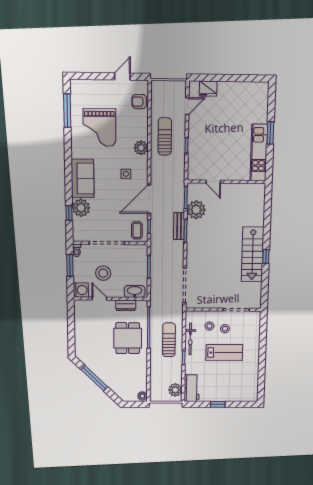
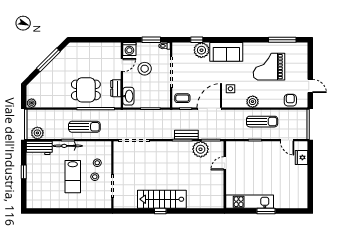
door: (149, 199) -> (209, 109), hinge flipped
bicycle: (190, 339) -> (68, 146), moved

